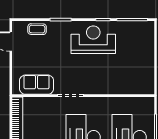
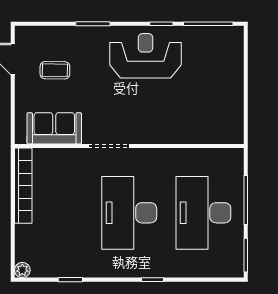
coffee table: (37, 29) -> (55, 70), moved

